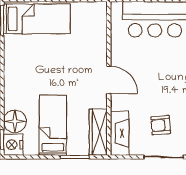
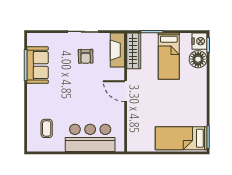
armchair: (161, 125) -> (86, 56), turned 94

